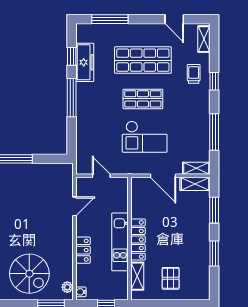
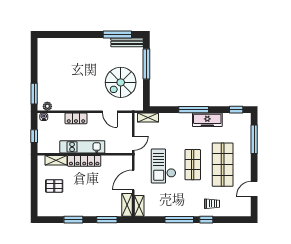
shelving: (204, 39) -> (148, 118), moved
window: (72, 56) -> (236, 110), moved
freezer: (85, 62) -> (207, 120), moved
window: (214, 132) -> (179, 220), moved
door: (101, 176) -> (133, 143), moved
spiral stairs: (29, 274) -> (121, 82), moved

